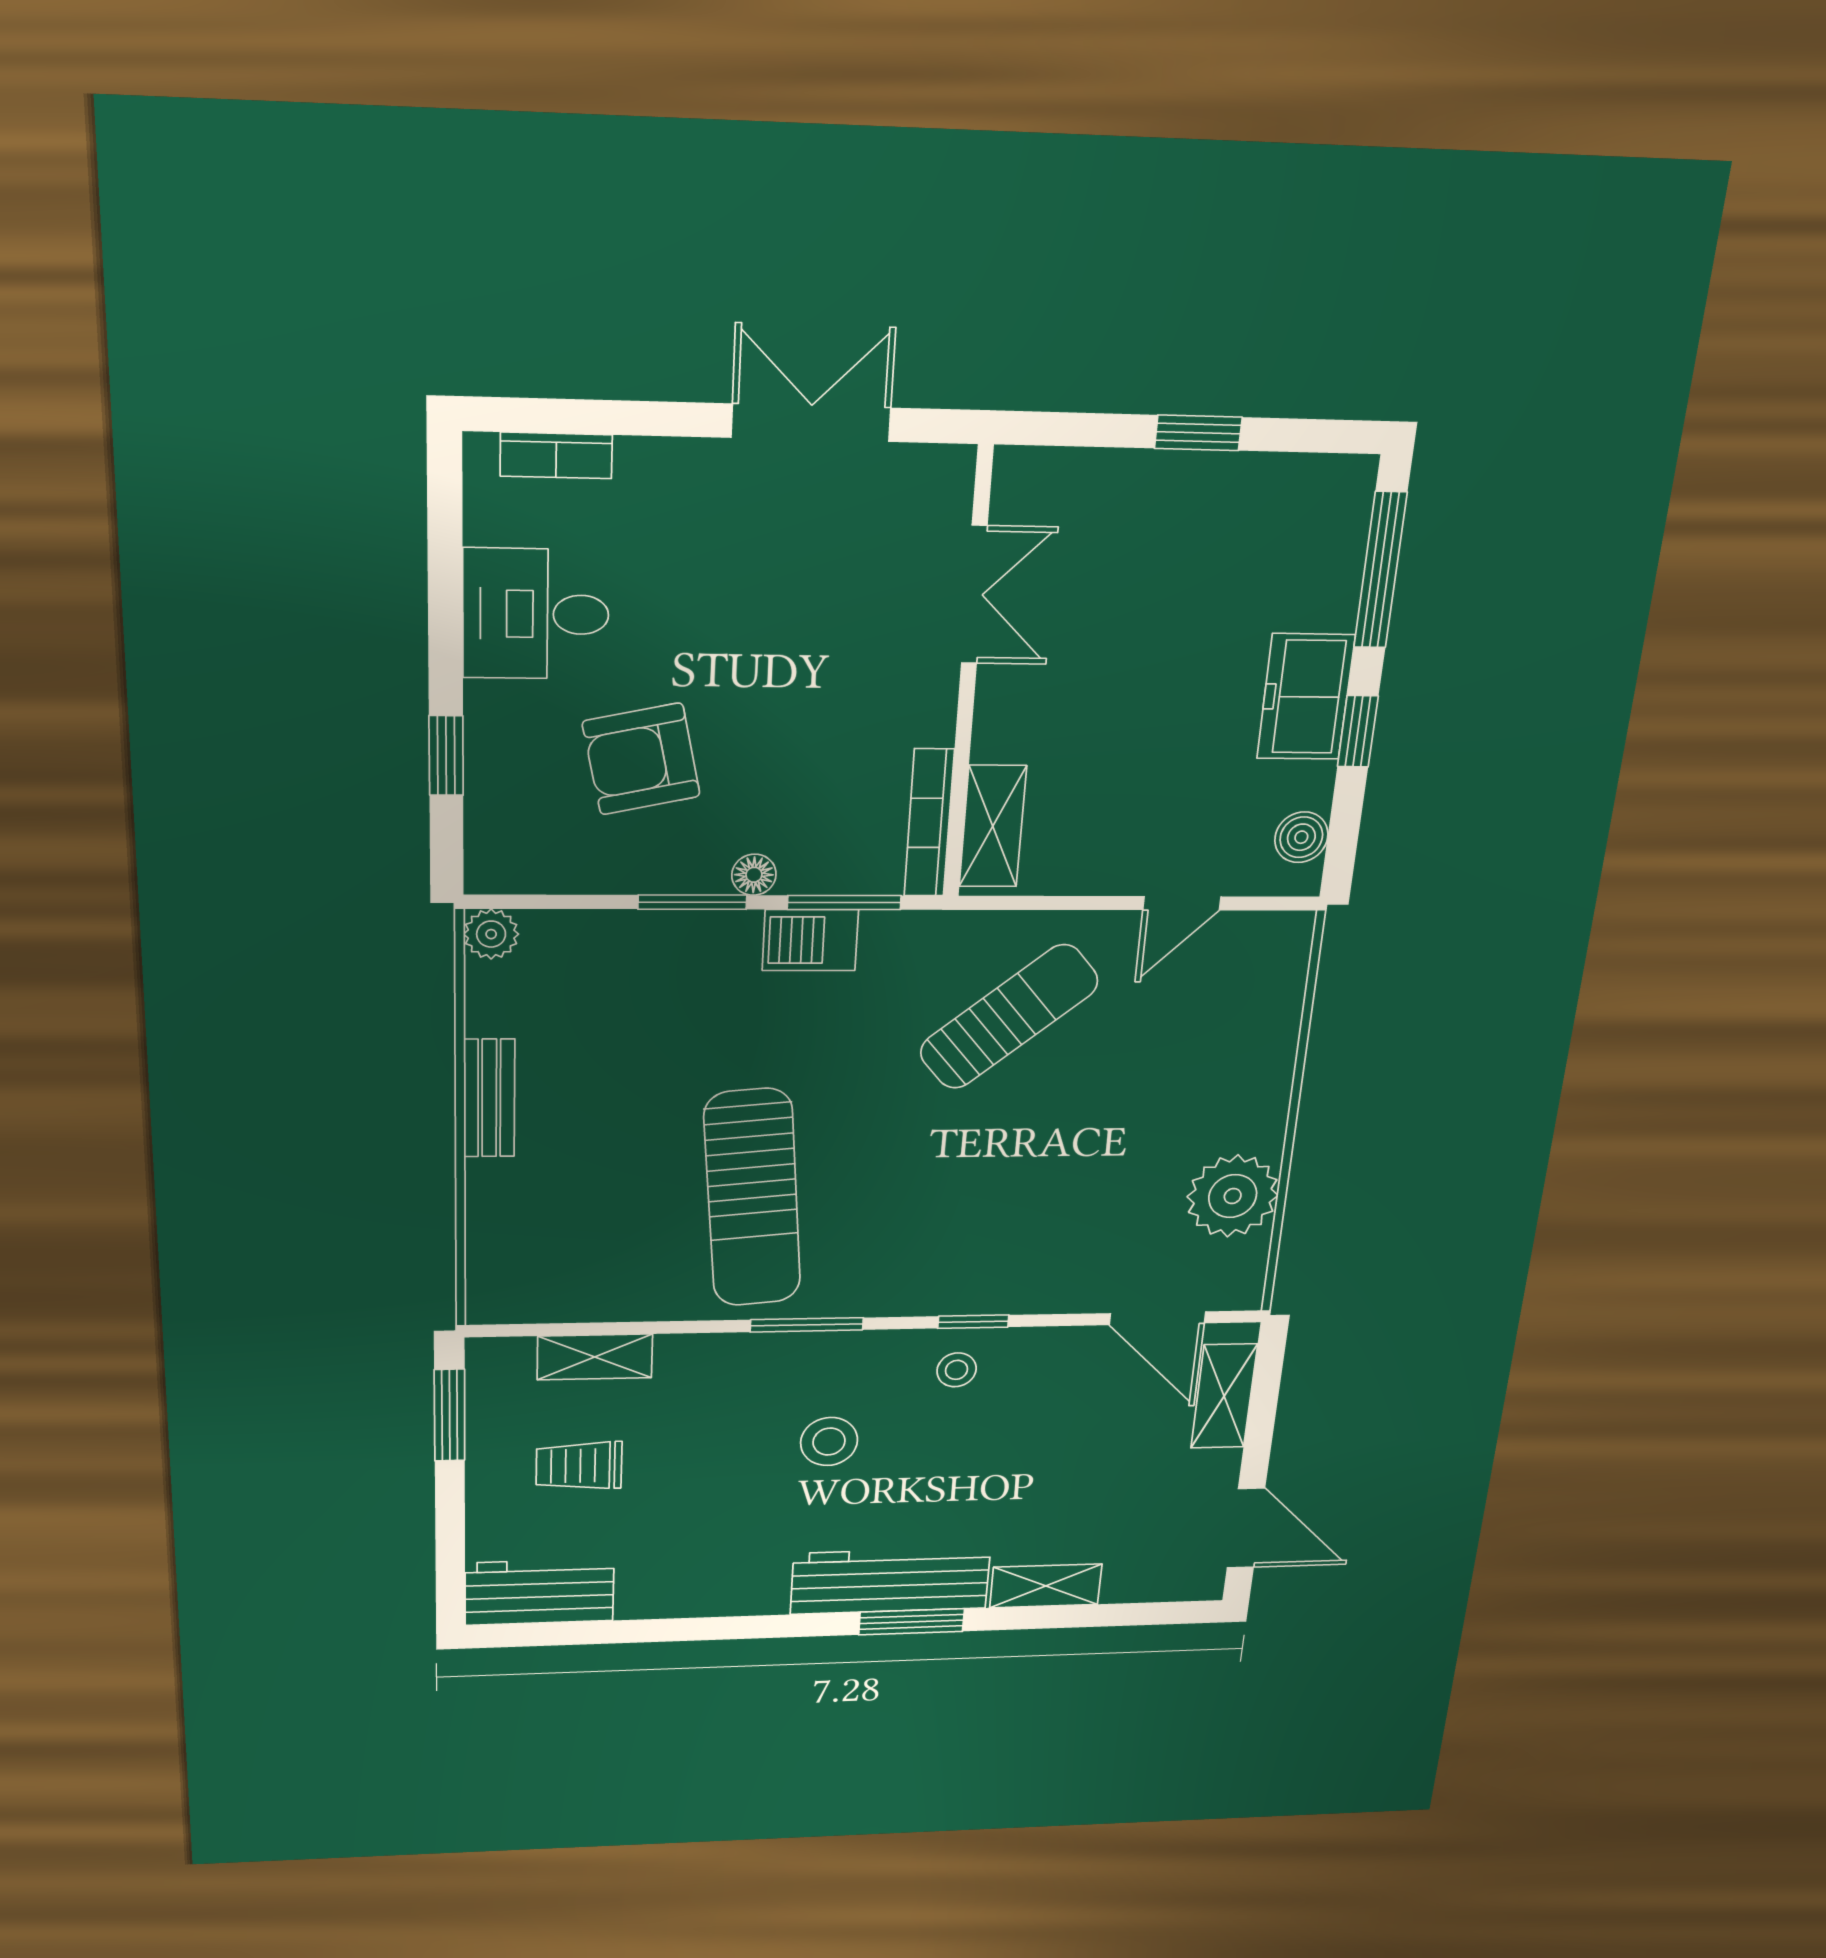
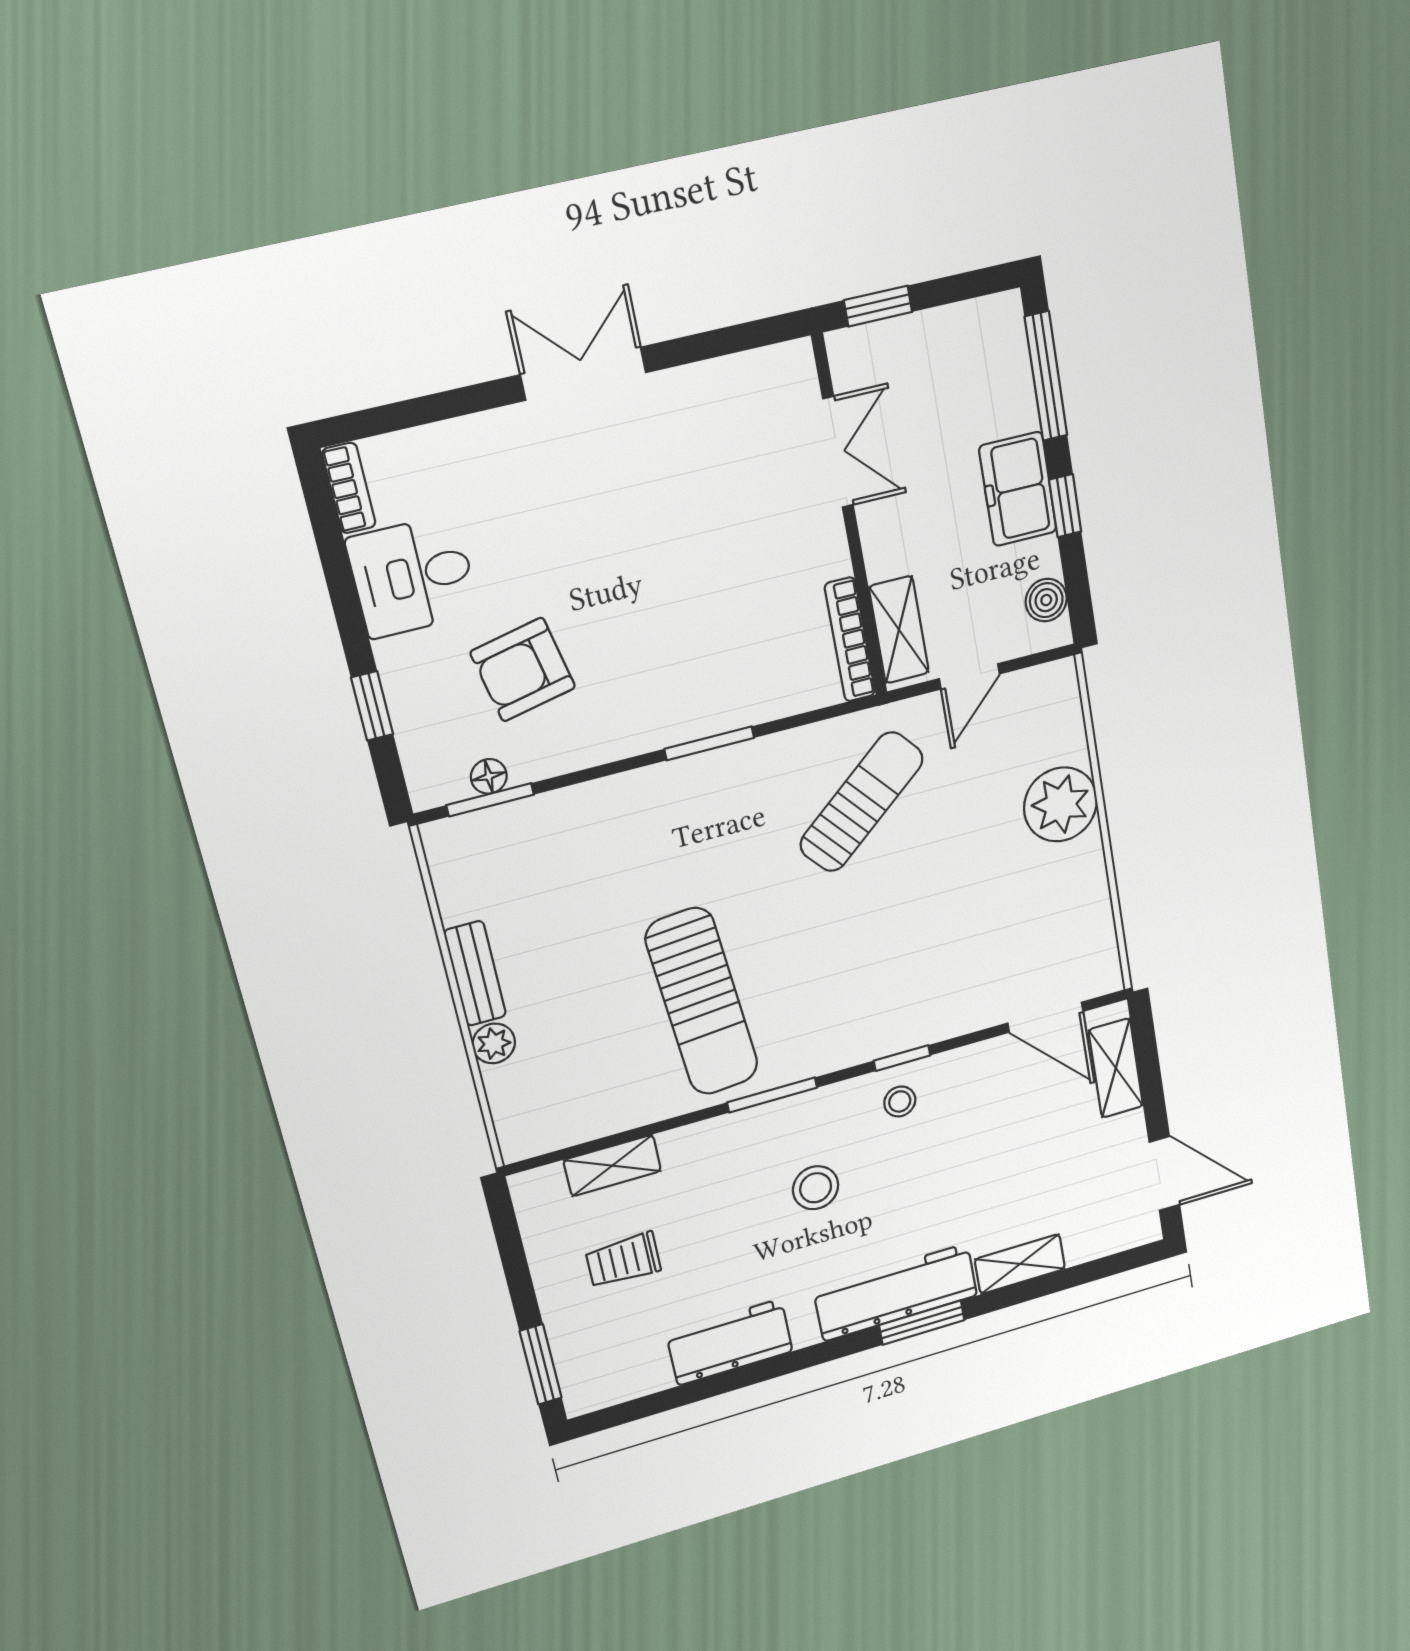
bookcase: (556, 455) -> (349, 488), moved, turned -90
double door: (974, 595) -> (838, 452), moved
wall: (968, 678) -> (850, 518), moved
bookcase: (929, 823) -> (850, 640), moved
shelving: (993, 826) -> (899, 630), moved
floor lamp: (754, 875) -> (489, 776), moved
window: (692, 902) -> (490, 800), moved
plant: (491, 934) -> (494, 1043), moved
barbecue: (810, 940) -> (691, 780), removed
plant: (1233, 1196) -> (1061, 804), moved
window: (450, 1415) -> (541, 1364), moved
workbench: (539, 1592) -> (730, 1342), moved

